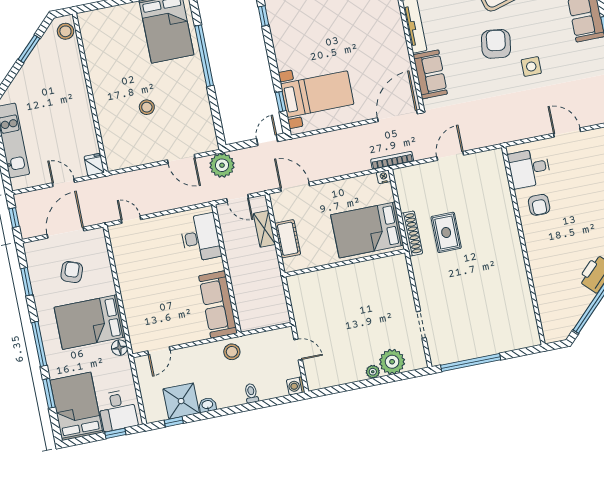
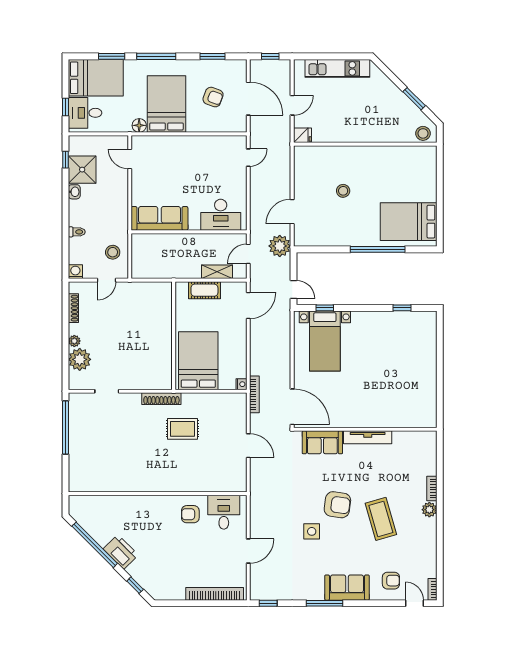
shoe rack: (412, 234) -> (161, 399), moved
stool: (232, 352) -> (113, 252), moved
shoe rack: (337, 380) -> (73, 308), added

